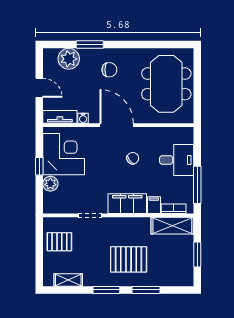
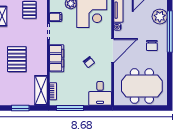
window: (90, 45) -> (170, 31), width x2.11
desk: (177, 160) -> (100, 93), moved
filing cabinet: (154, 205) -> (56, 17), moved

